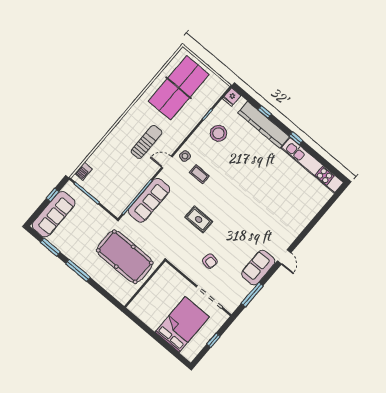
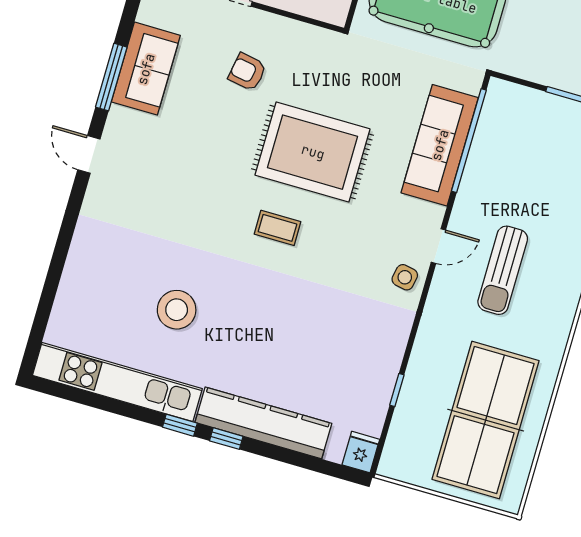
window: (265, 112) -> (226, 439), moved
stool: (218, 133) -> (177, 310), moved
coffee table: (199, 174) -> (277, 228), moved
rug: (199, 219) -> (313, 152), width x1.86, depth x2.06
sofa: (258, 268) -> (146, 69), moved
window: (252, 295) -> (111, 77), moved

